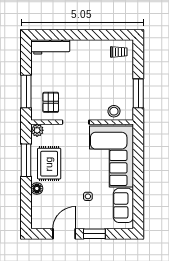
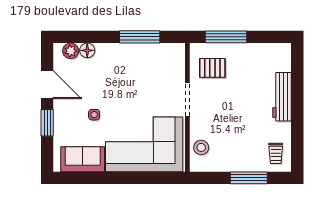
workbench: (50, 47) -> (282, 97), moved
window: (138, 93) -> (249, 178), moved
plant: (37, 130) -> (71, 51), moved
rug: (49, 164) -> (135, 66), removed
floor lamp: (37, 188) -> (87, 50), moved

